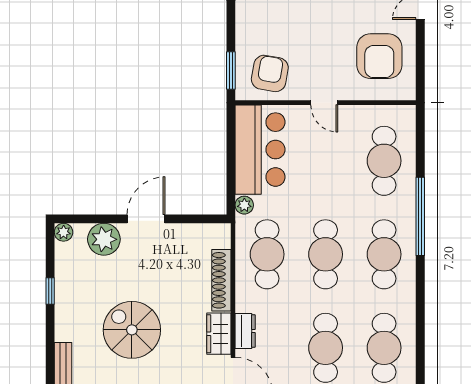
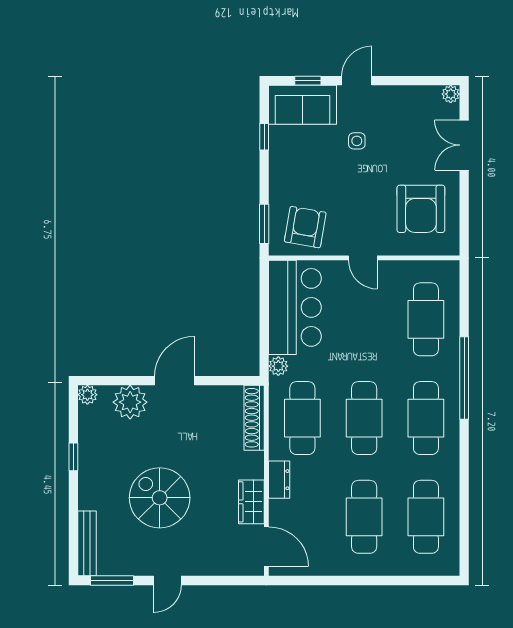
shoe rack: (221, 280) -> (254, 418), moved
dresser: (245, 331) -> (279, 480), moved

